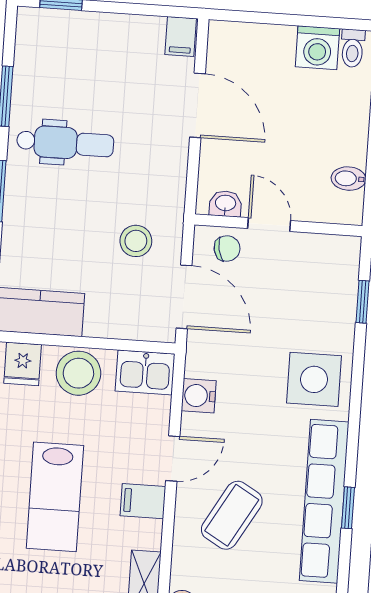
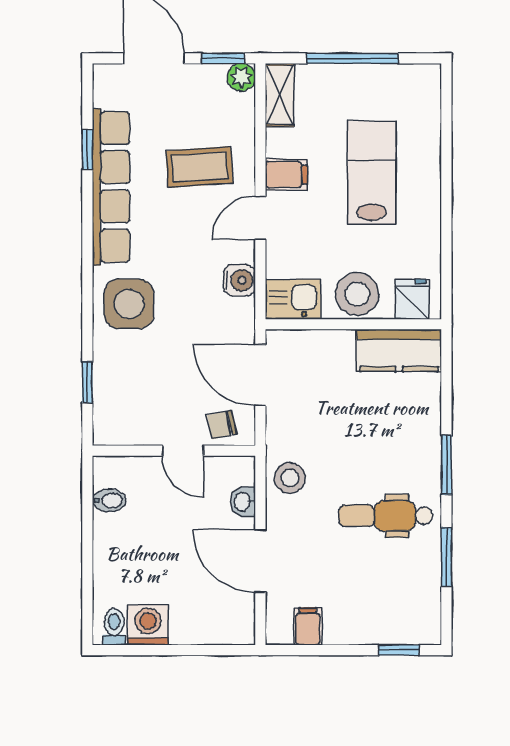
filing cabinet: (181, 37) -> (308, 626), moved
washbasin: (225, 204) -> (243, 502), moved, turned 90
stool: (136, 241) -> (290, 478), moved
window: (348, 508) -> (87, 149), moved
coffee table: (232, 515) -> (199, 167), turned 56

